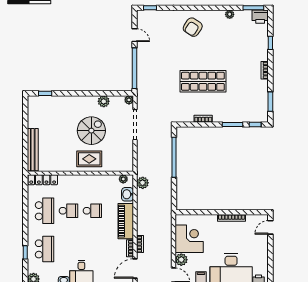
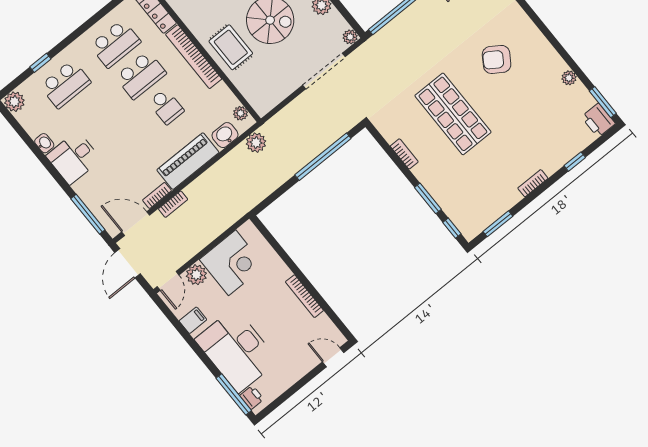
armchair: (193, 27) -> (497, 59), moved
bookcase: (80, 179) -> (194, 57), added
school desk: (68, 211) -> (141, 75), width x1.85

